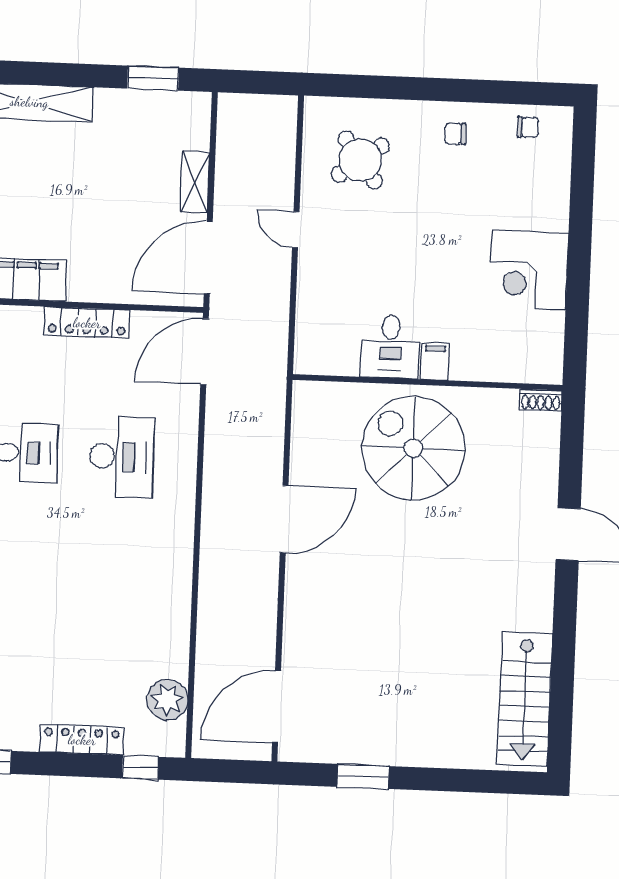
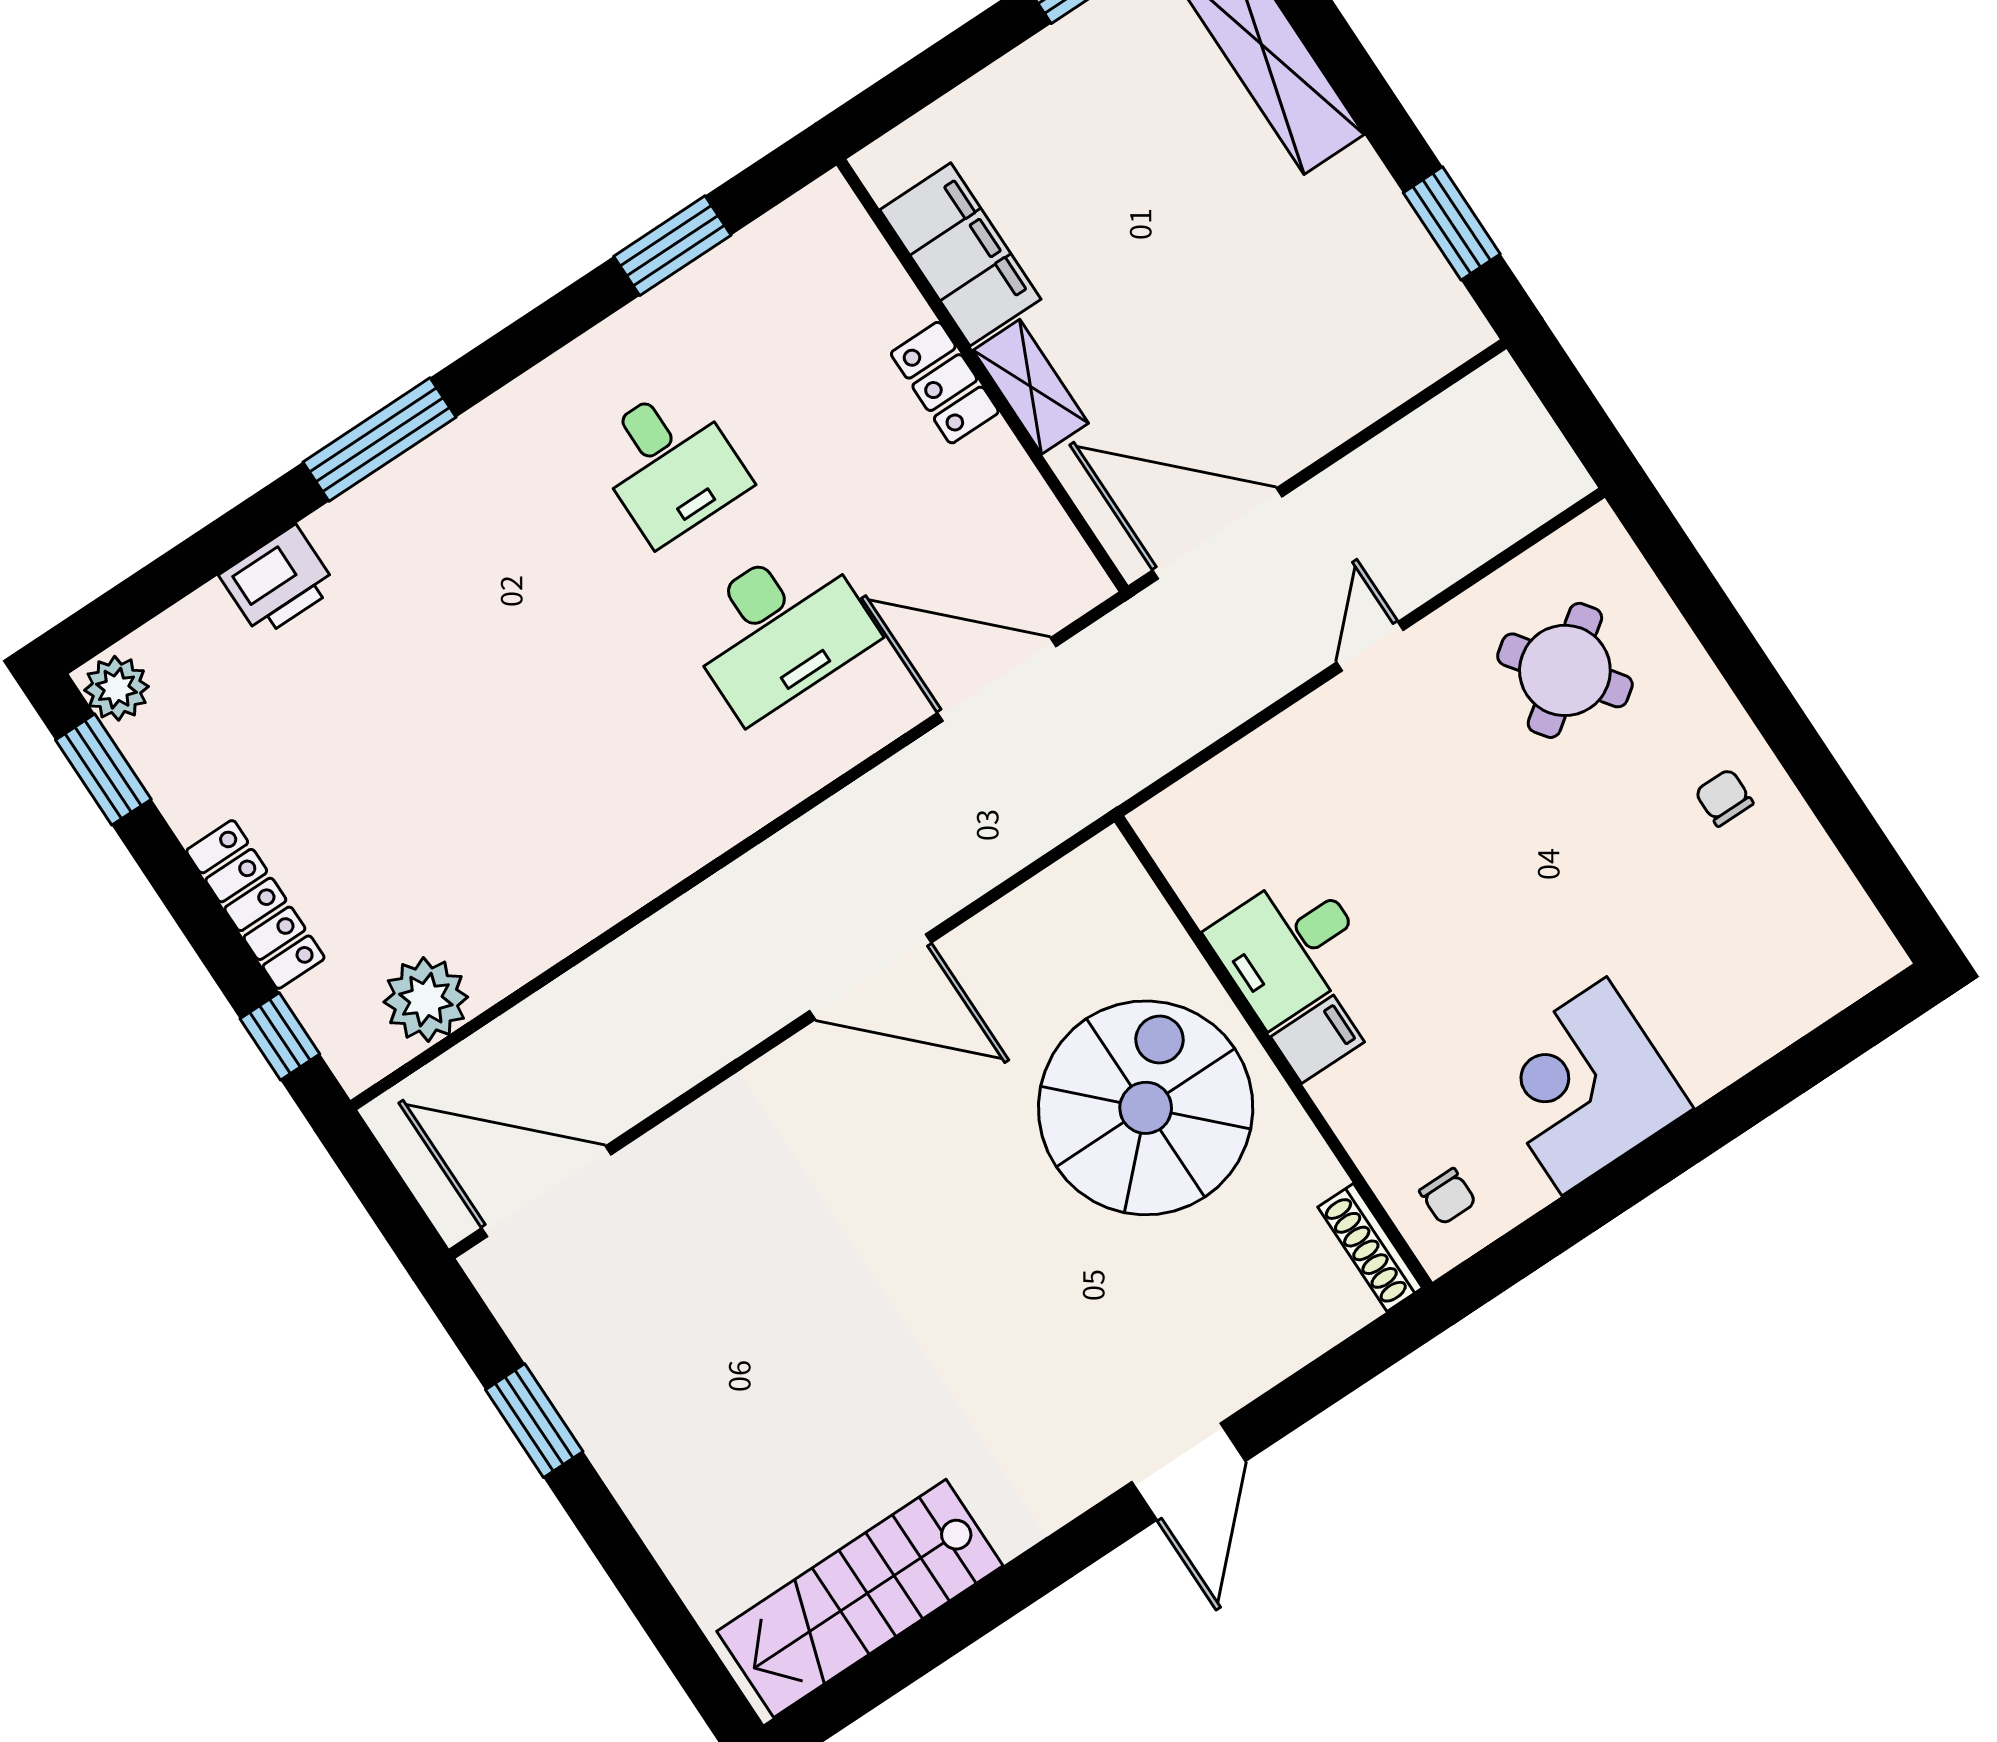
chair: (528, 127) -> (1448, 1197), moved
shelving: (195, 182) -> (1031, 387), moved, turned 90
locker: (87, 323) -> (945, 383), width x0.66
door: (205, 352) -> (997, 679), moved
shoe rack: (541, 400) -> (1370, 1248), width x1.43

